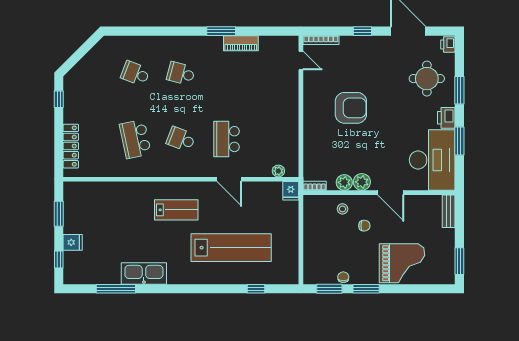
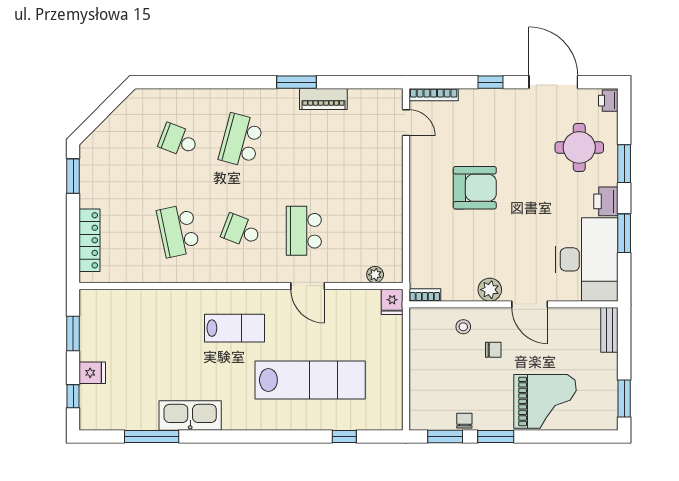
school desk: (181, 73) -> (241, 140), width x1.85
window: (59, 99) -> (73, 176), width x1.50
plant: (344, 182) -> (466, 290), removed

